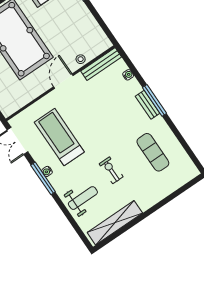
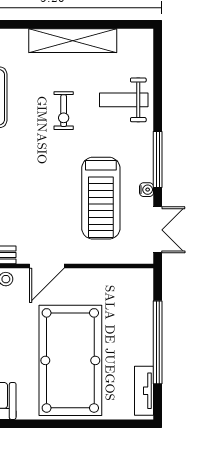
water cooler: (47, 171) -> (147, 190), moved
shelving: (115, 223) -> (73, 41), moved

